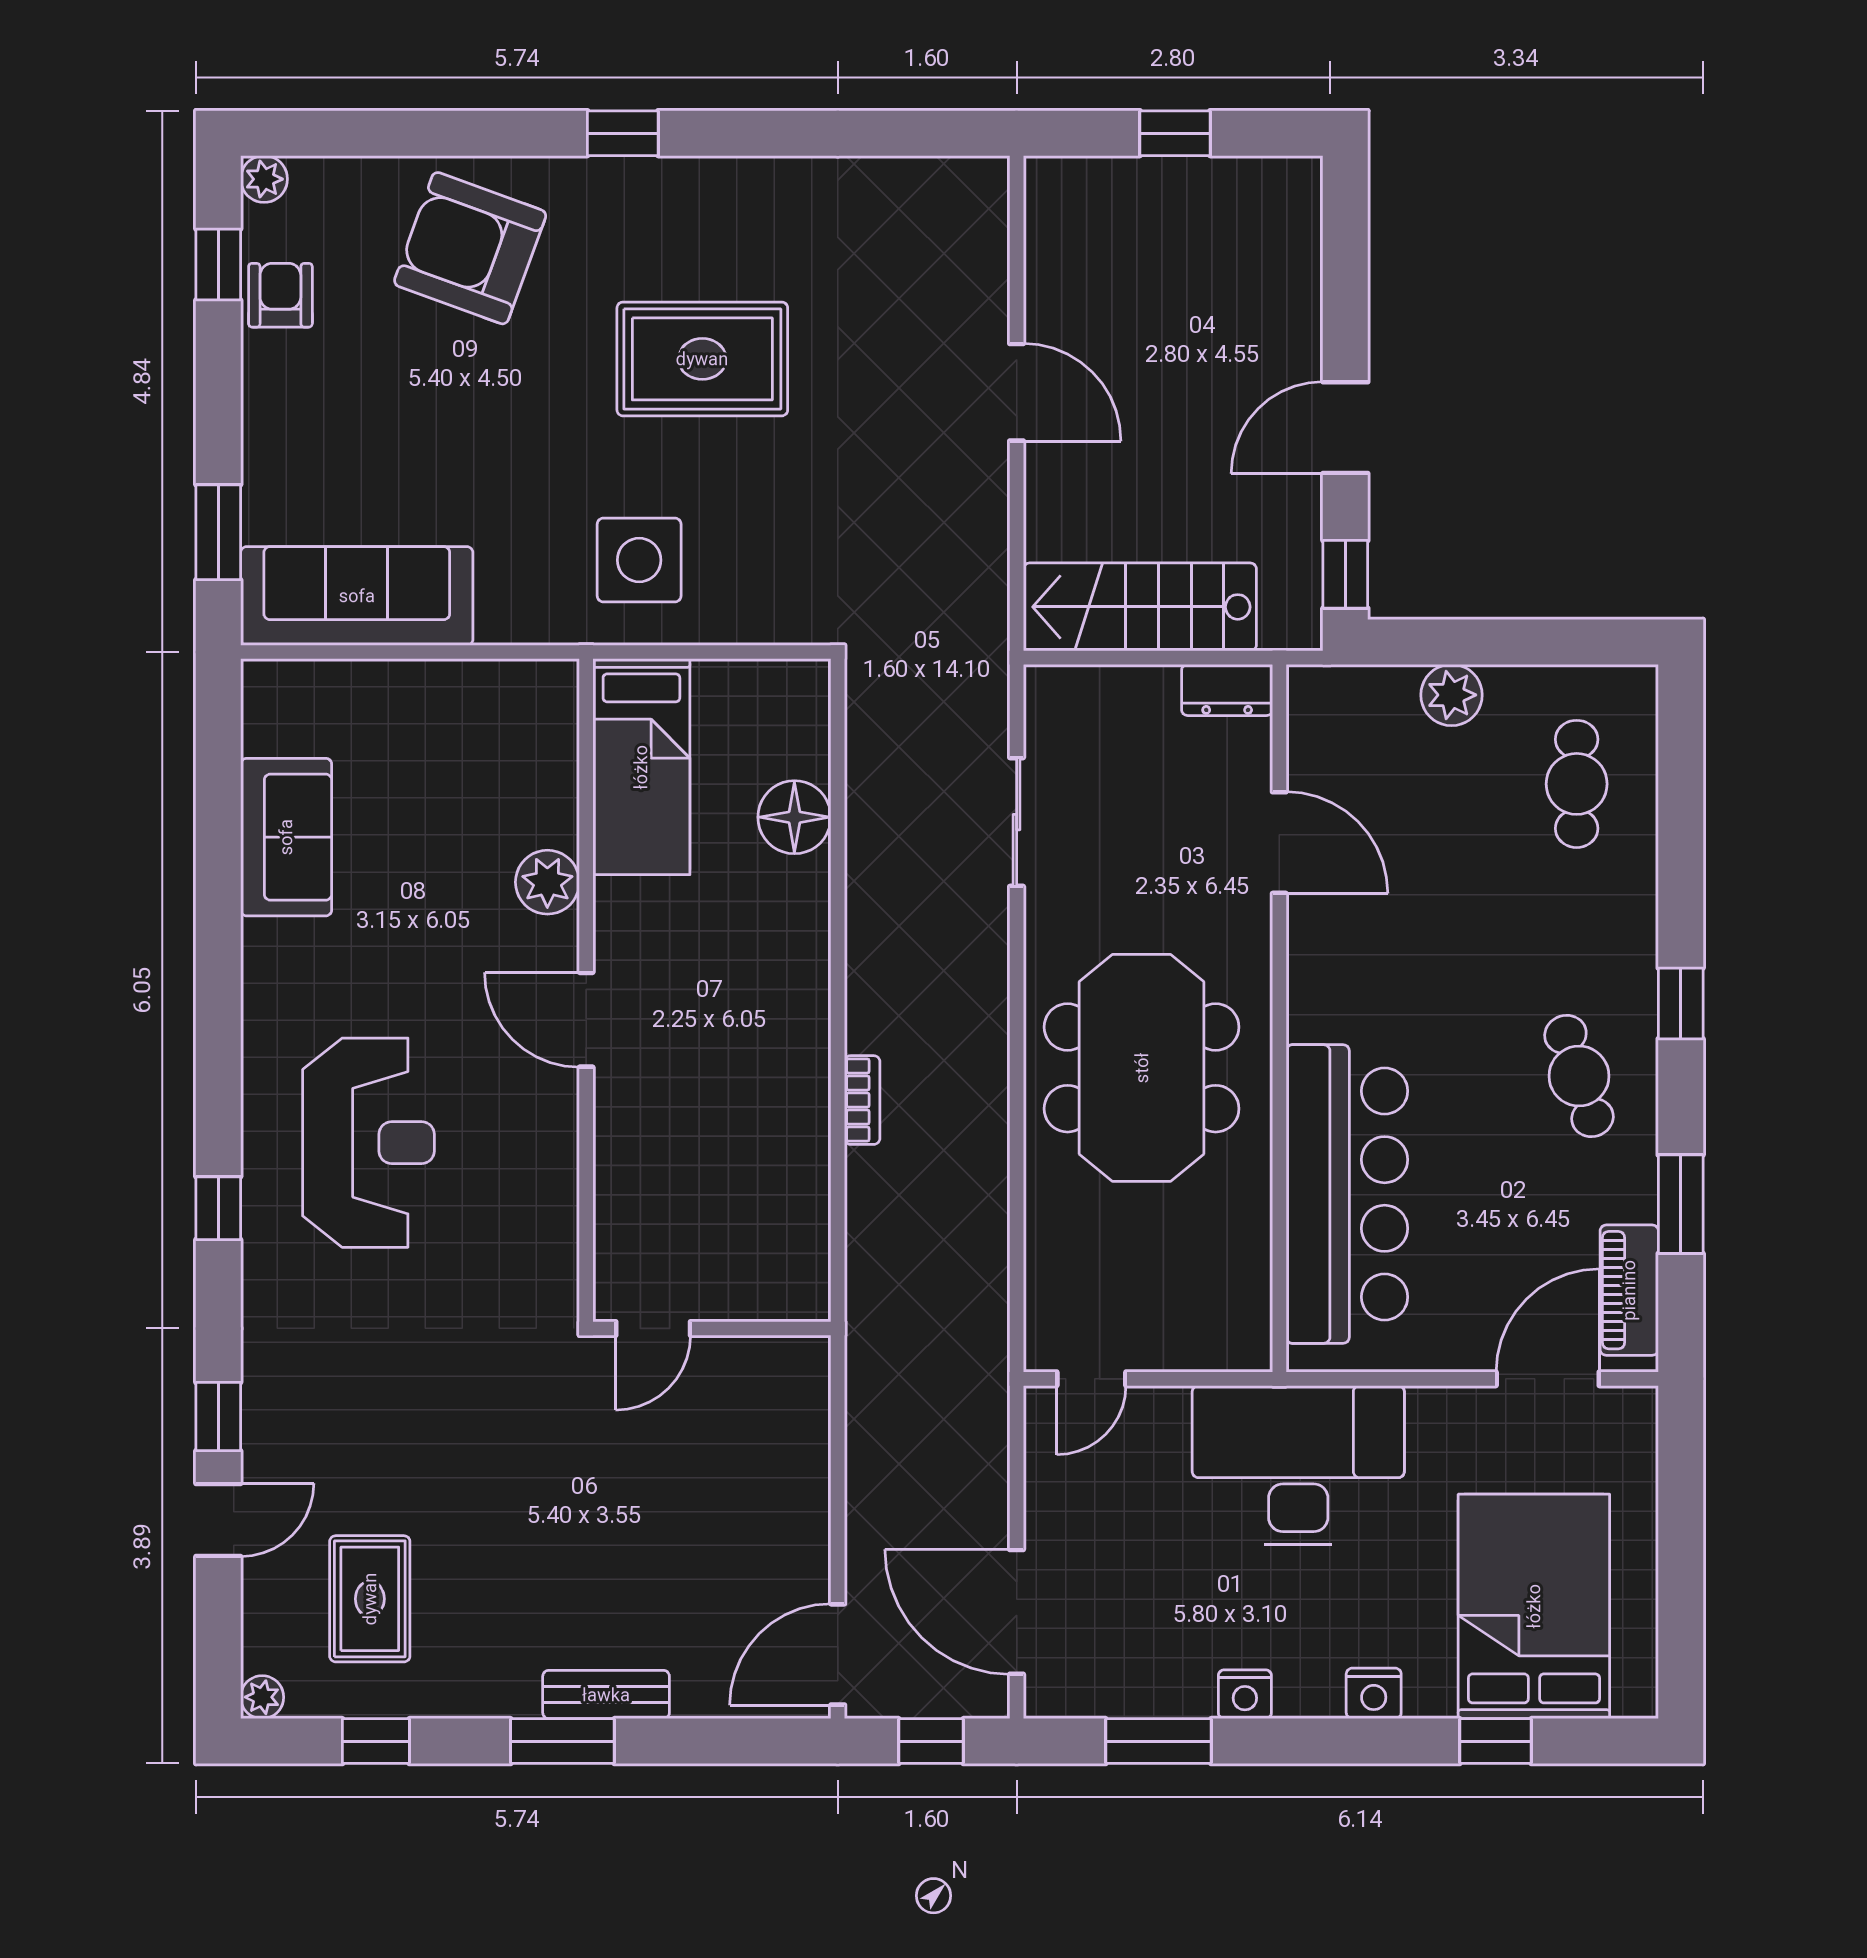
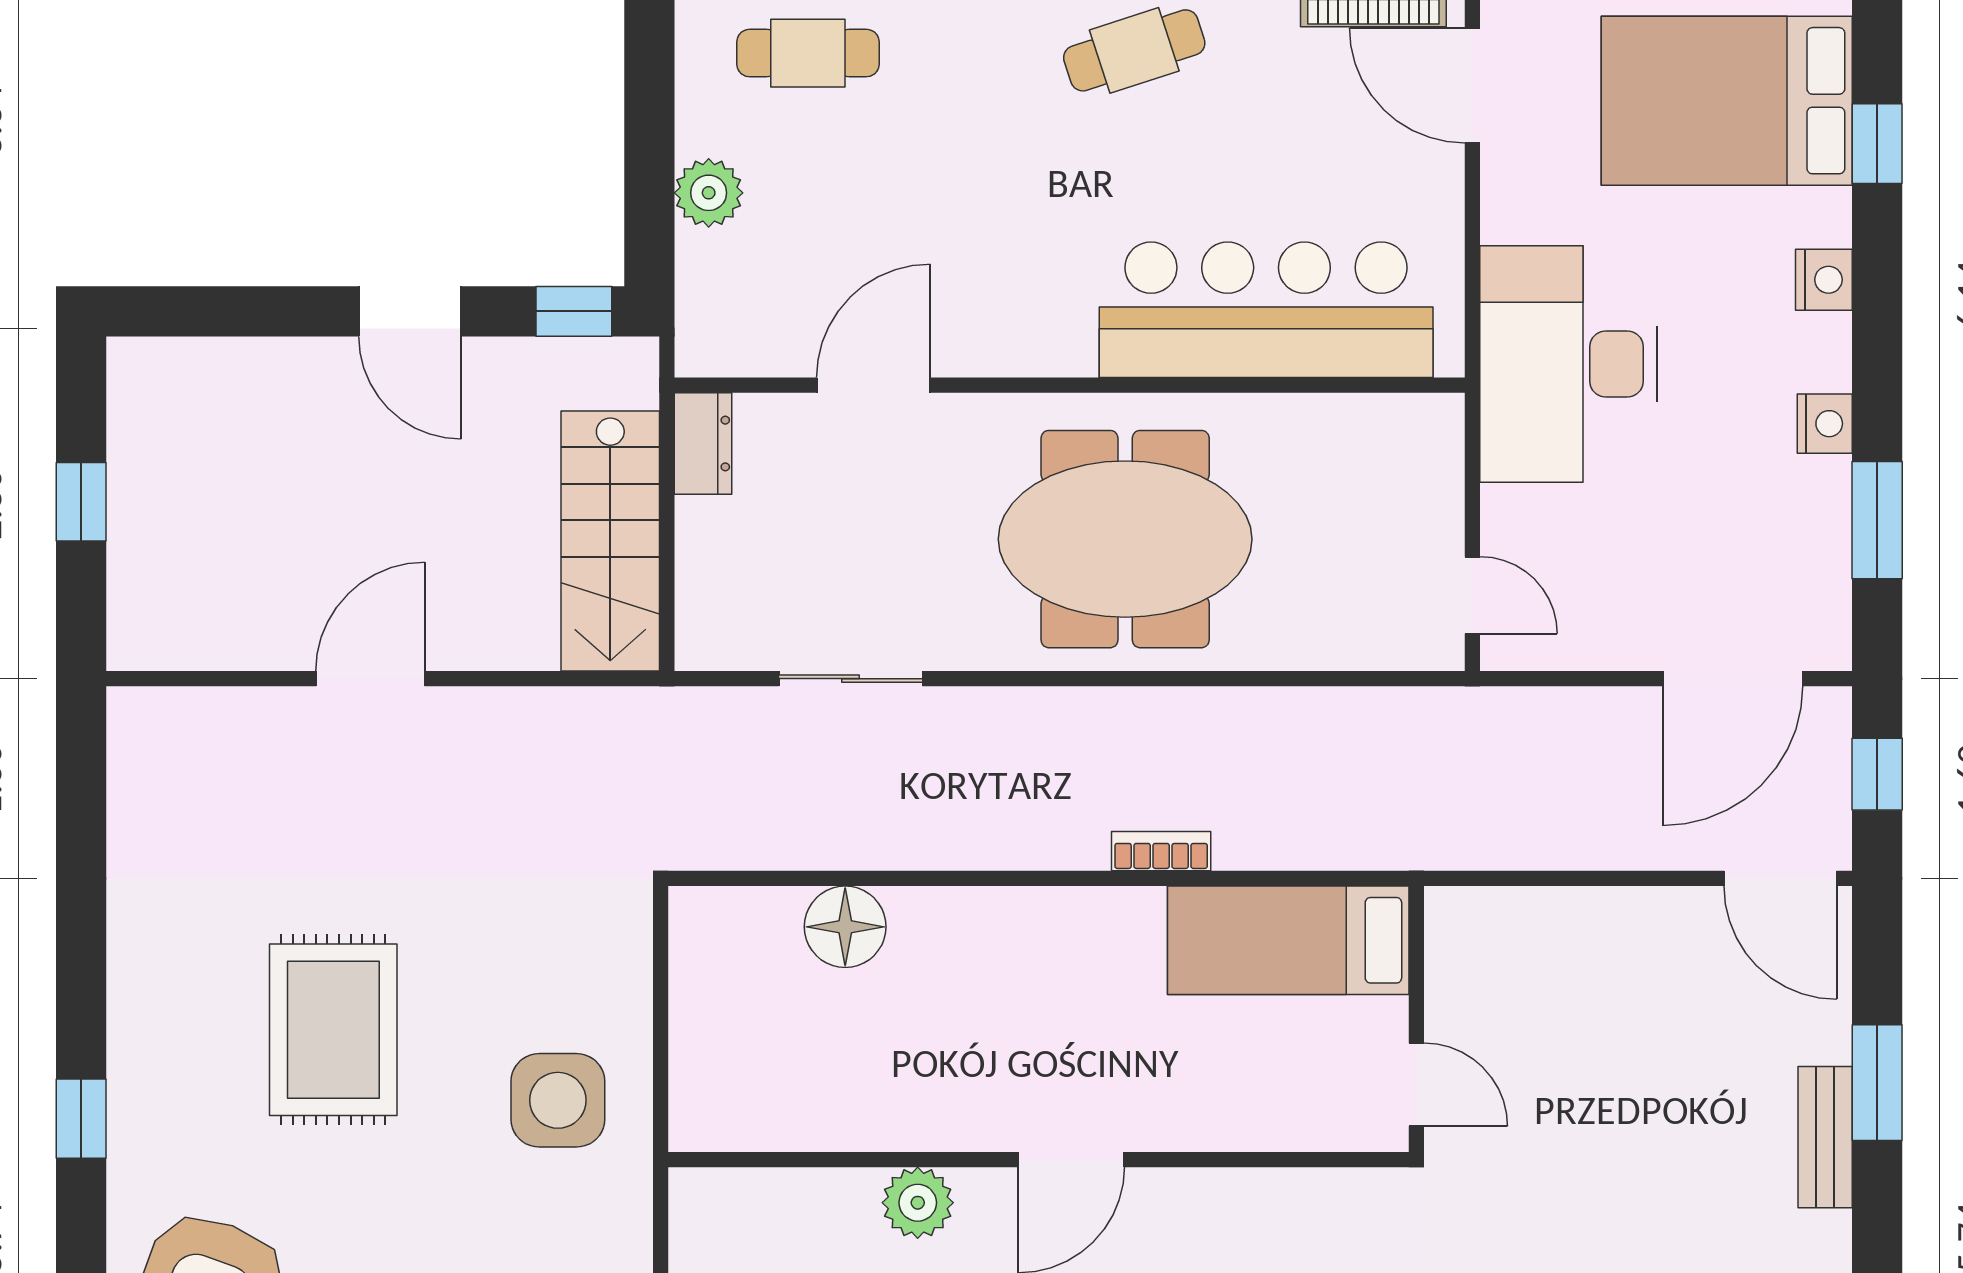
bed: (641, 767) -> (1288, 940), moved, turned 180
window: (562, 1741) -> (1877, 1083), moved

